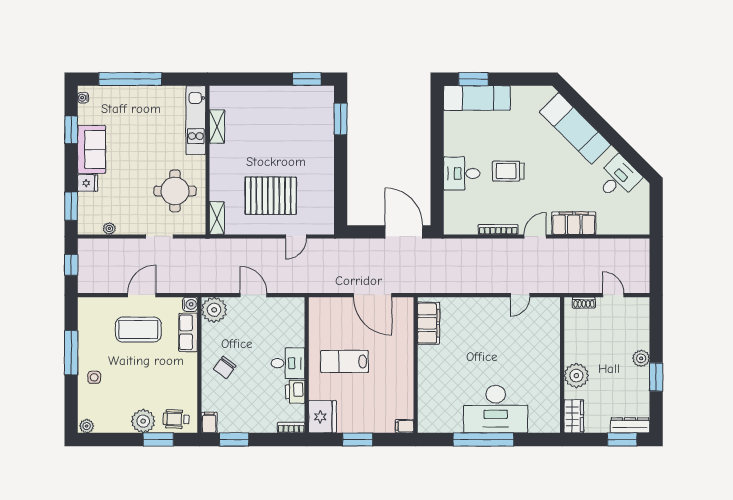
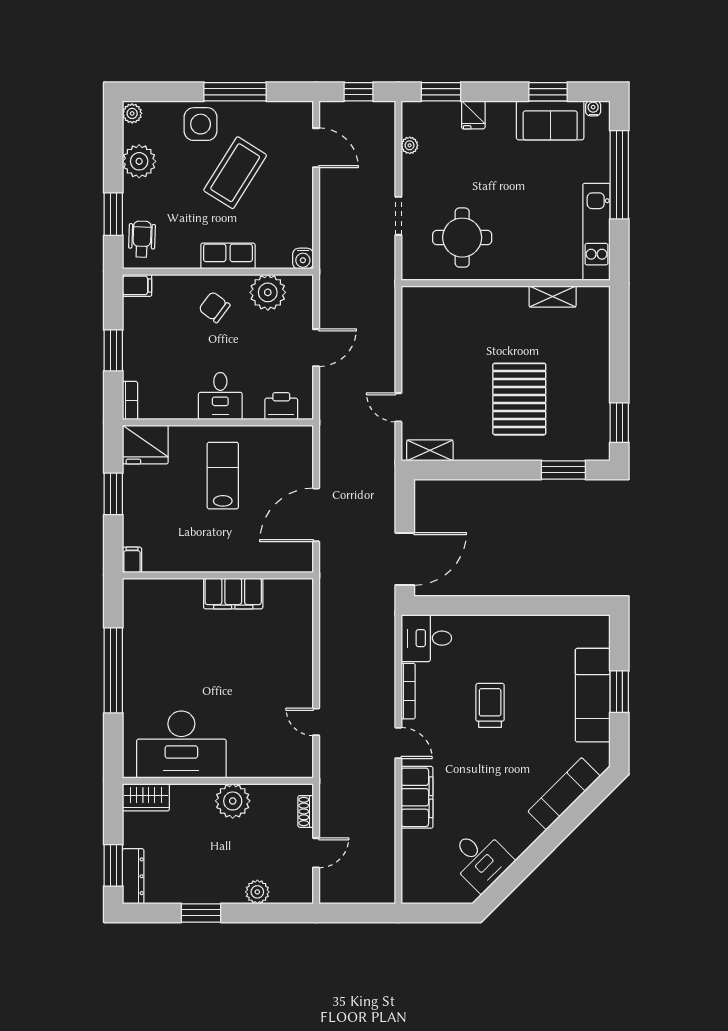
window: (473, 79) -> (619, 692), moved
exam couch: (477, 98) -> (593, 695), moved
kitchen unit: (196, 120) -> (597, 232), moved, turned -90
exam couch: (575, 128) -> (564, 794), width x0.73, depth x0.69
sofa: (92, 149) -> (550, 120), moved
desk: (462, 173) -> (426, 638), moved, turned -90
pallet: (271, 196) -> (519, 399), moved
shelving: (217, 218) -> (430, 450), moved
door: (142, 295) -> (316, 148), moved
plant: (214, 310) -> (268, 292), moved
filing cabinet: (429, 323) -> (233, 594), moved
coffee table: (138, 330) -> (235, 173), moved, turned 32
row of seats: (188, 332) -> (228, 256), moved
plant: (641, 358) -> (257, 892), moved
plant: (576, 376) -> (233, 801), moved
side table: (94, 377) -> (201, 124), width x1.87, depth x1.87
printer: (295, 392) -> (281, 406), moved
desk: (496, 409) -> (181, 745), moved, turned -90
plant: (143, 421) -> (139, 161), moved
window: (234, 440) -> (113, 350), moved

